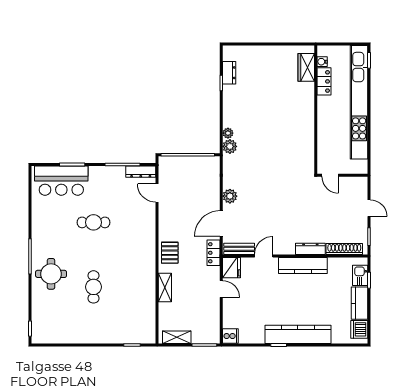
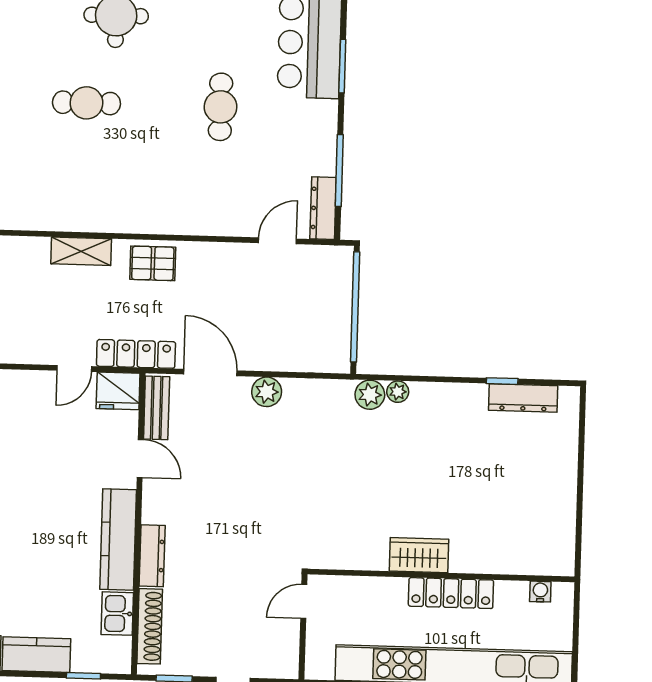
wardrobe: (306, 67) -> (419, 555), moved
dresser: (229, 73) -> (523, 398), width x1.44
locker: (324, 81) -> (451, 593), moved, width x1.53
locker: (214, 253) -> (136, 354), width x1.53
kitchen sink: (360, 275) -> (117, 614), moved, turned -90

